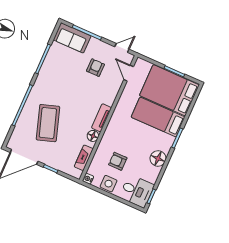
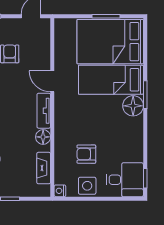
door: (129, 73) -> (52, 81), moved
floor lamp: (158, 159) -> (133, 106), moved

